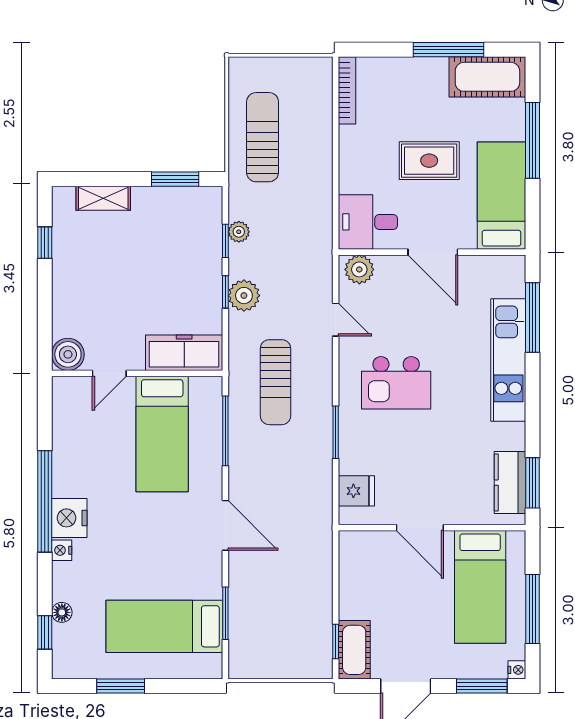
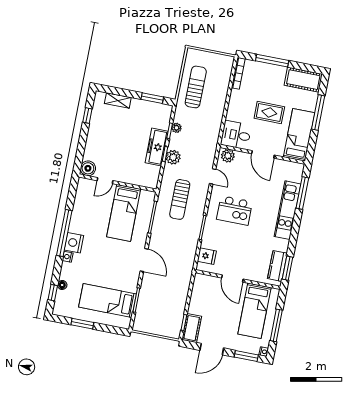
window: (449, 50) -> (272, 61), moved
freezer: (184, 353) -> (157, 147), moved, turned -90

